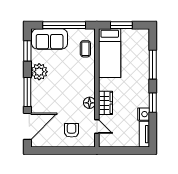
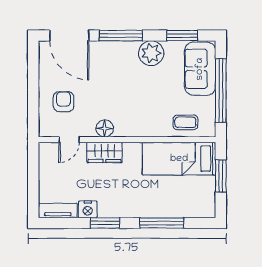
armchair: (72, 130) -> (64, 102), turned -90

